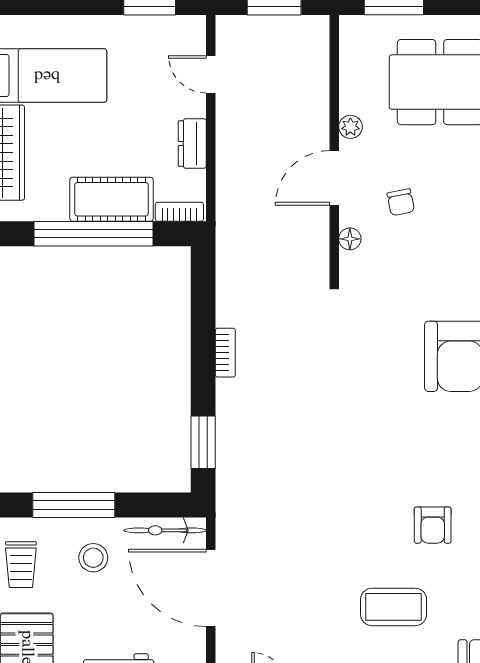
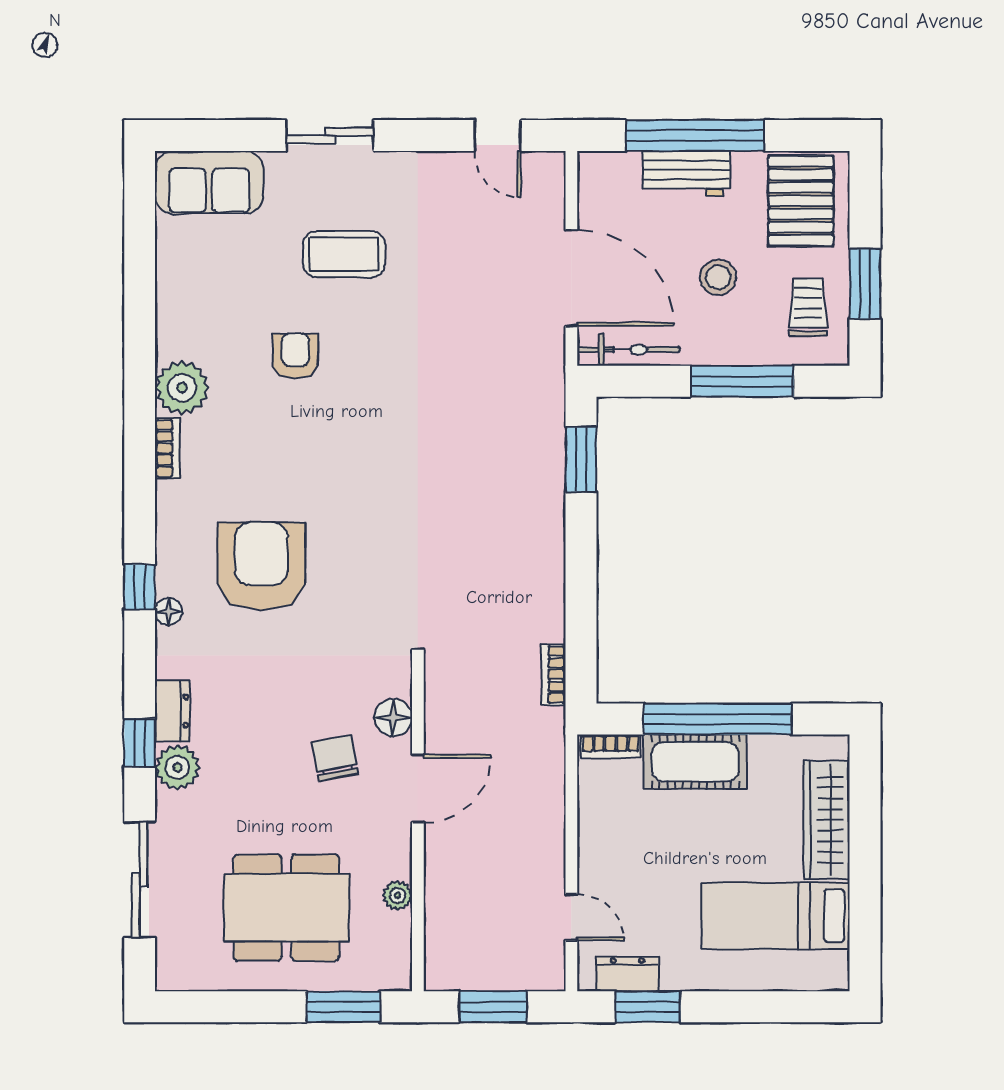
plant: (350, 127) -> (398, 895), moved
dresser: (192, 144) -> (627, 974), moved, turned -90
chair: (401, 202) -> (335, 758), width x1.37, depth x1.37
floor lamp: (350, 239) -> (393, 718), width x1.37, depth x1.37
bookcase: (225, 353) -> (553, 675), moved
stool: (93, 558) -> (718, 277), moved

